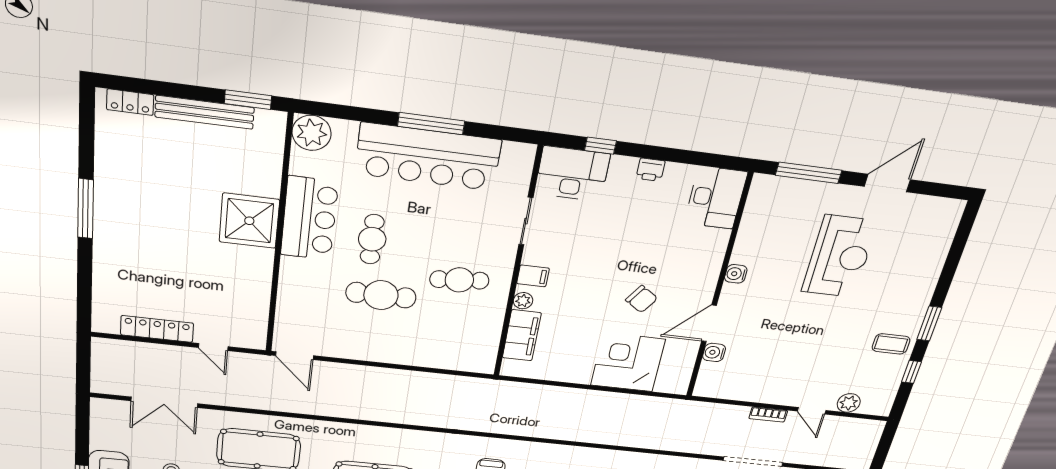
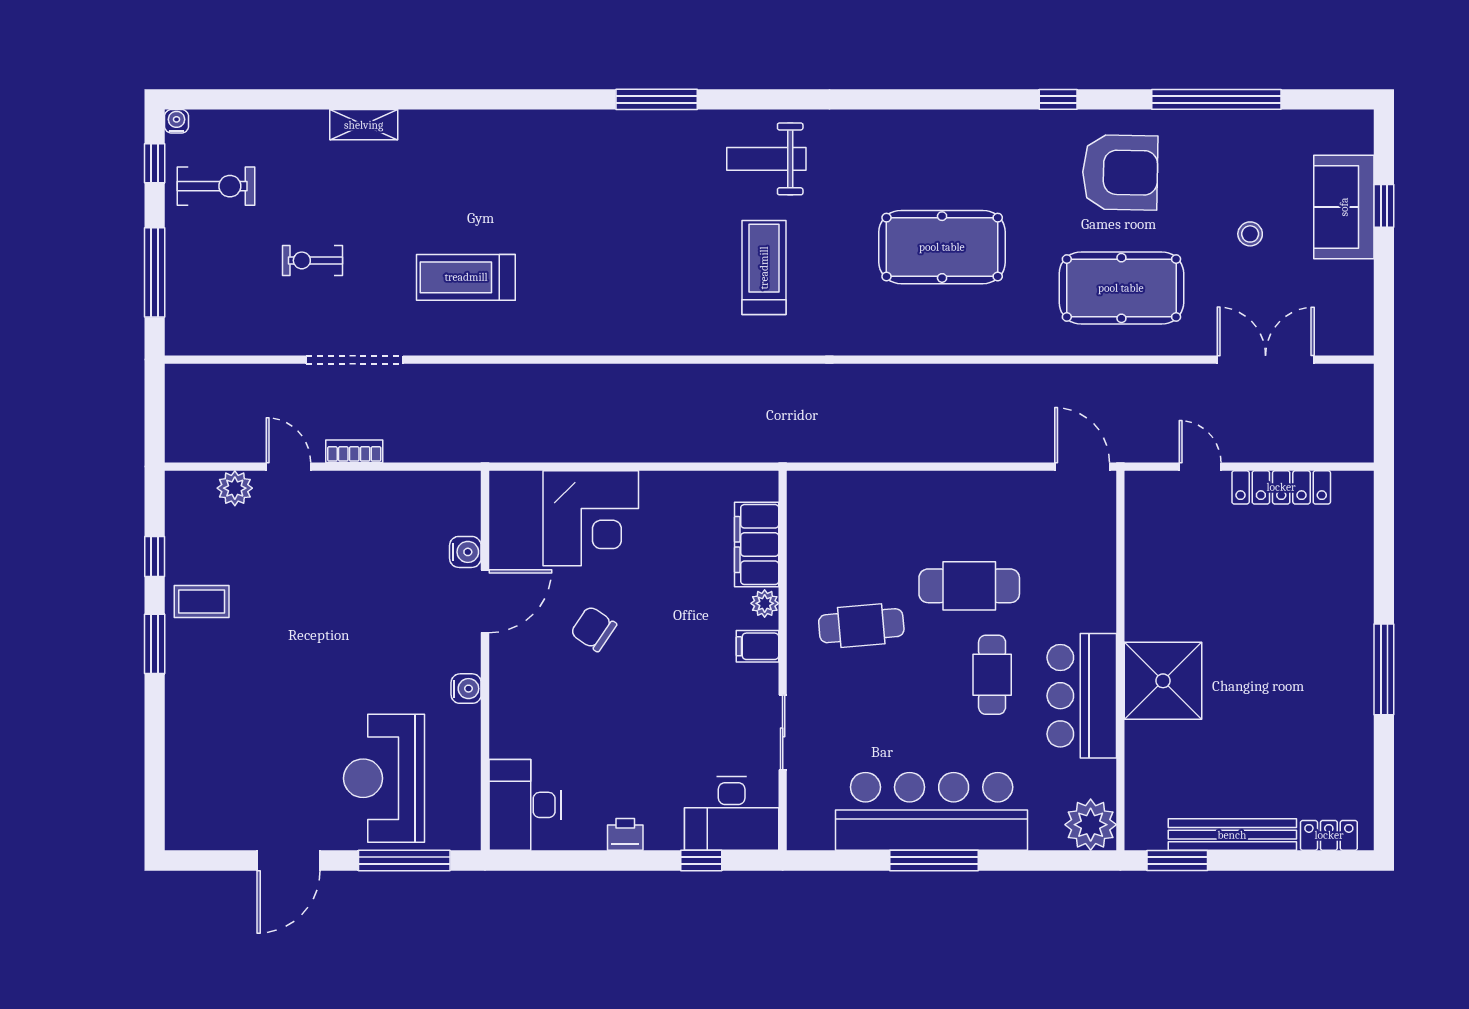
reception desk: (840, 256) -> (384, 778), moved

